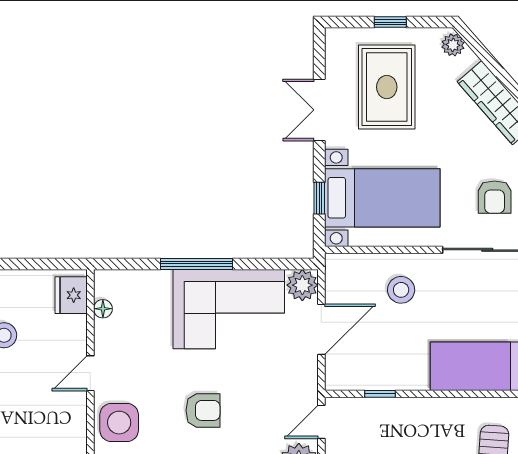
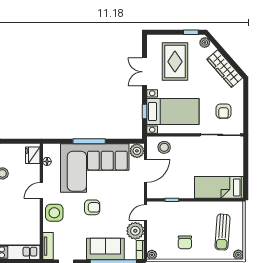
window: (390, 22) -> (191, 32), moved
stool: (401, 290) -> (164, 147), moved
corner sofa: (229, 309) -> (95, 168), width x1.36, depth x1.36

